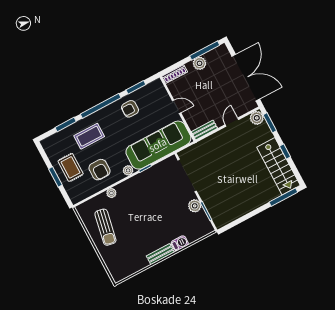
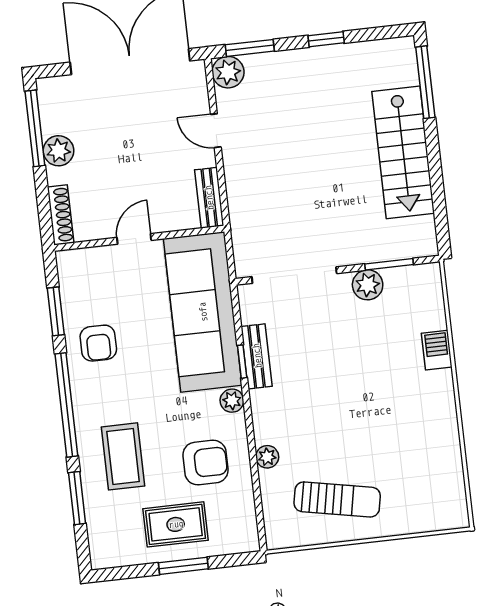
stairs: (279, 166) -> (403, 152), moved, turned 90
bench: (160, 254) -> (257, 356), moved

